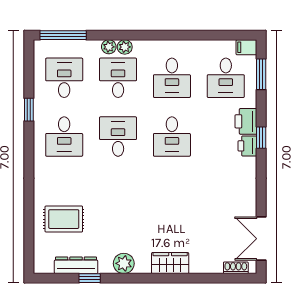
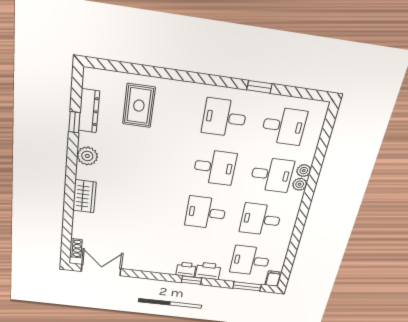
window: (63, 35) -> (327, 131), removed

